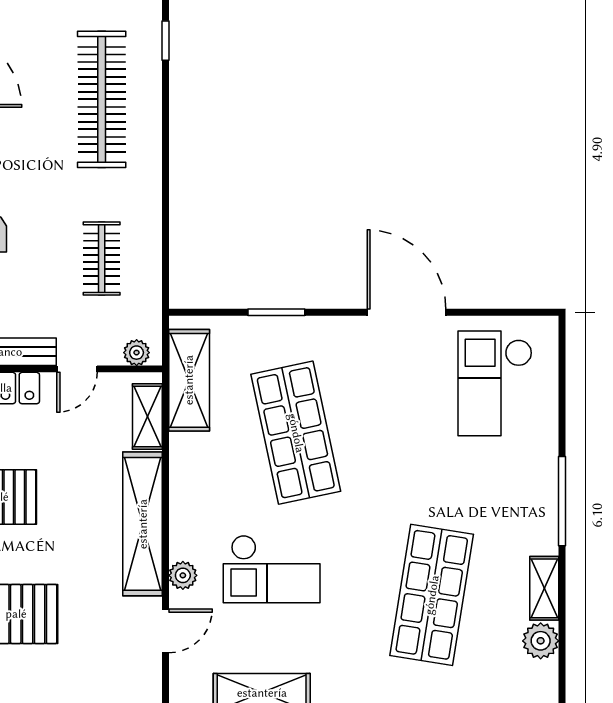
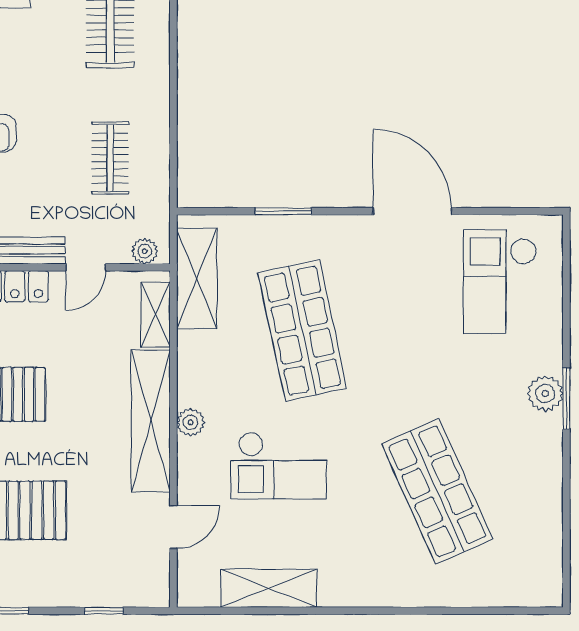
window: (562, 501) -> (566, 398), width x0.69
plant: (183, 575) -> (191, 422), moved
shelving: (544, 588) -> (549, 485), removed
shop shelf: (432, 595) -> (437, 491), turned -33
plant: (541, 641) -> (545, 393), moved

